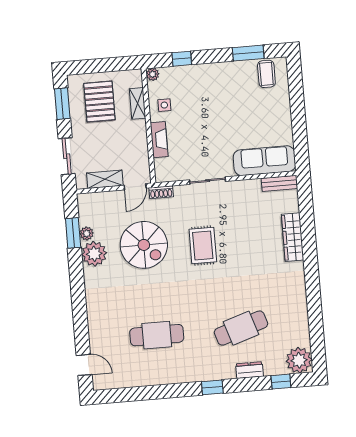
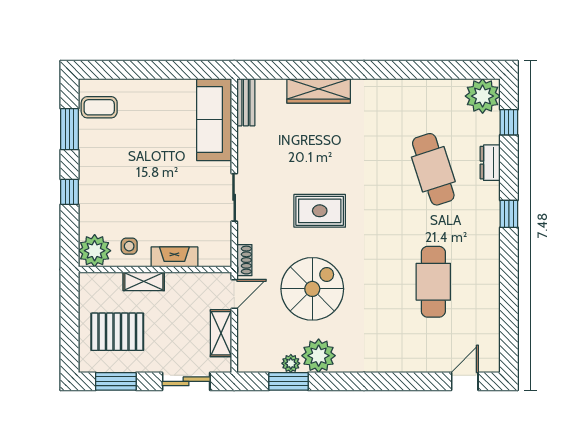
window: (182, 59) -> (70, 192), moved
plant: (153, 74) -> (95, 251), width x1.88, depth x1.88
shelving: (138, 103) -> (144, 281), moved
door: (135, 187) -> (234, 294), hinge flipped

